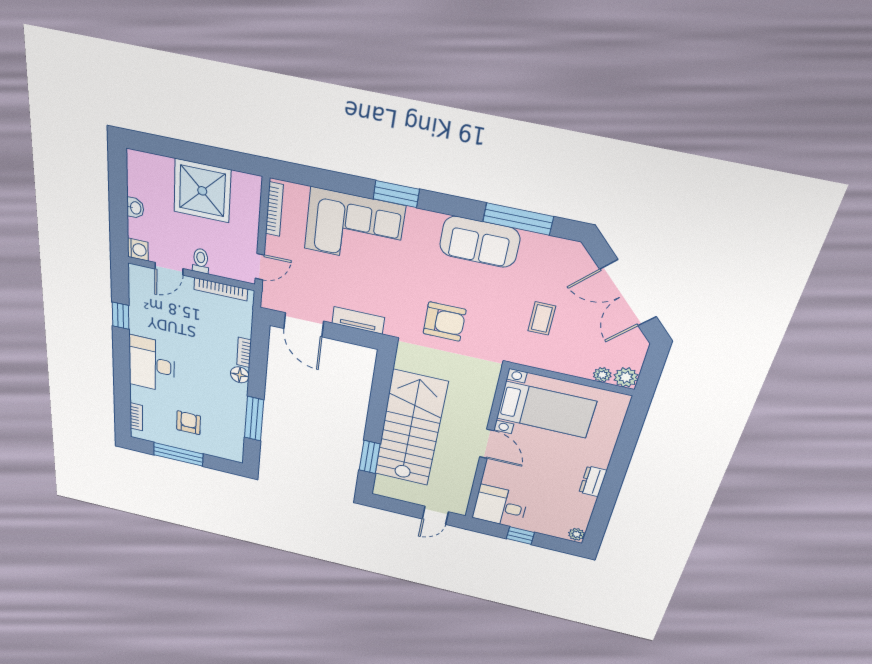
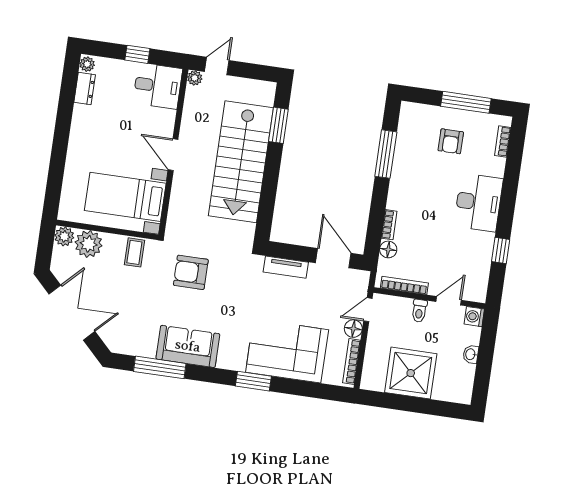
floor lamp: (275, 247) -> (353, 329), added
coffee table: (542, 318) -> (134, 252), moved
armchair: (444, 322) -> (191, 272), moved
floor lamp: (240, 375) -> (388, 249), moved
plant: (602, 375) -> (89, 244), width x1.88, depth x1.88
dresser: (593, 481) -> (85, 88), moved
plant: (459, 508) -> (195, 78), added

